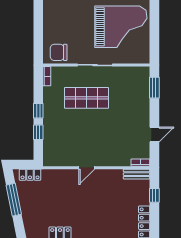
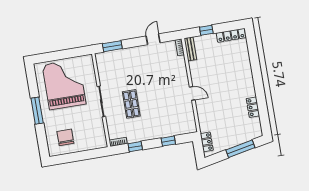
chair: (59, 52) -> (65, 137), moved, turned 180
shop shelf: (87, 98) -> (131, 104), width x0.70, depth x0.74
window: (38, 111) -> (135, 147), moved
door: (154, 134) -> (153, 39), hinge flipped
window: (14, 200) -> (240, 149), moved

